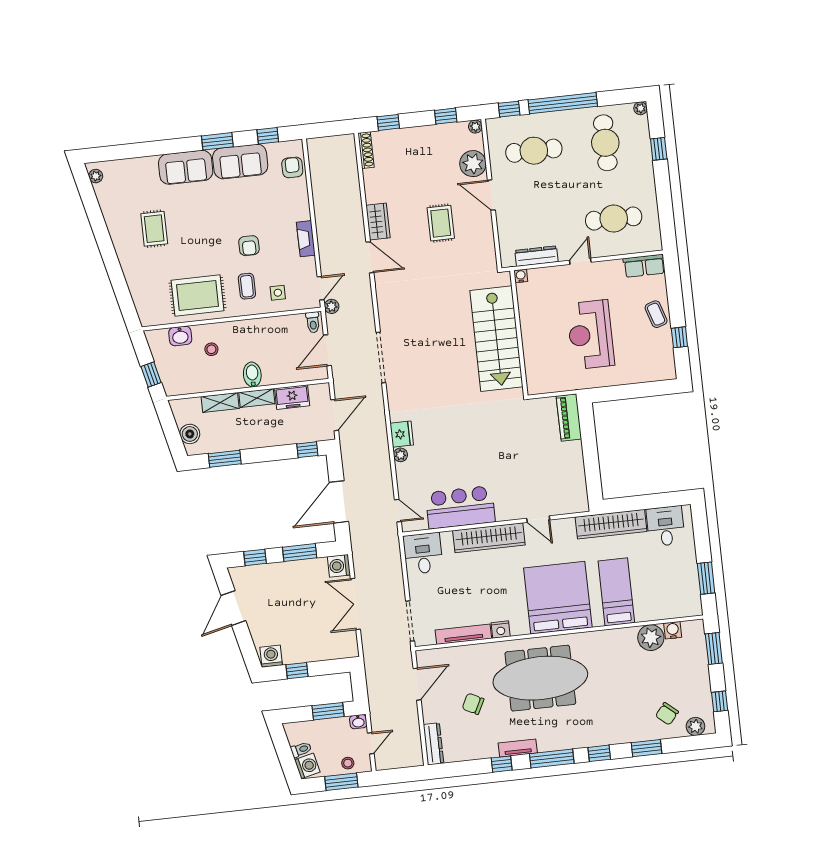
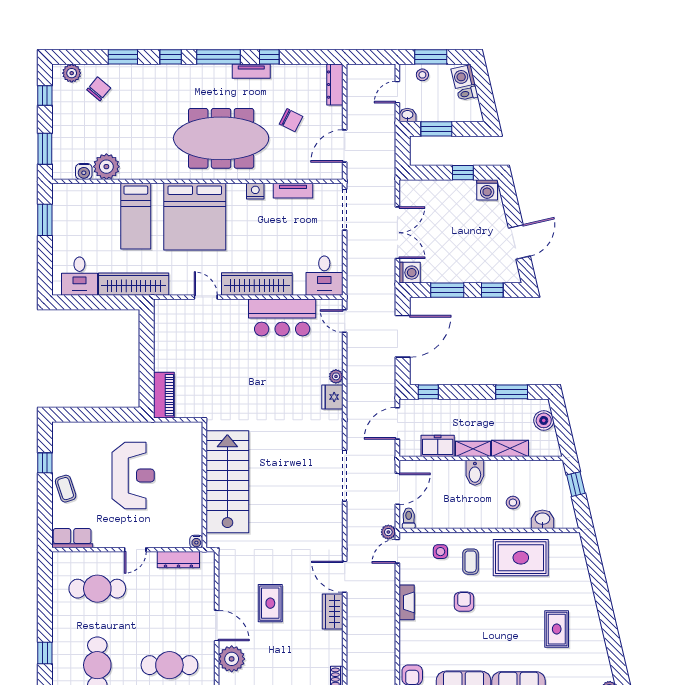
tv unit: (463, 634) -> (293, 191), width x0.71

